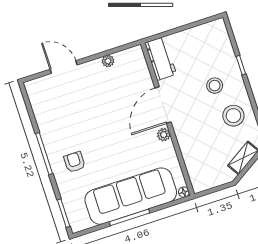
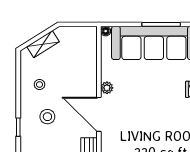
door: (163, 105) -> (99, 114), swing flipped
stool: (233, 116) -> (40, 85), width x0.53, depth x0.53

